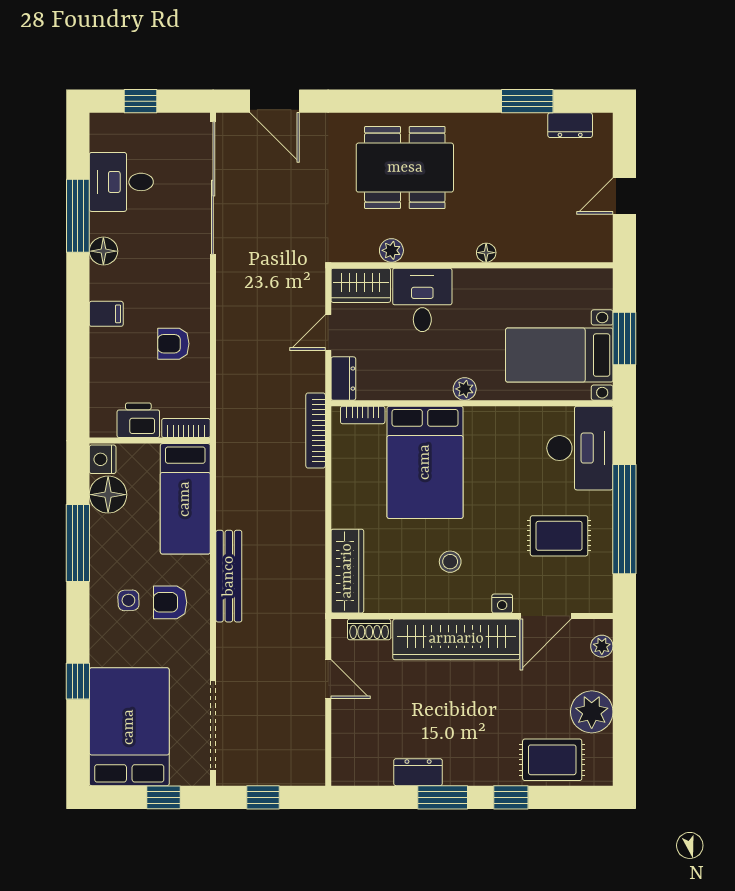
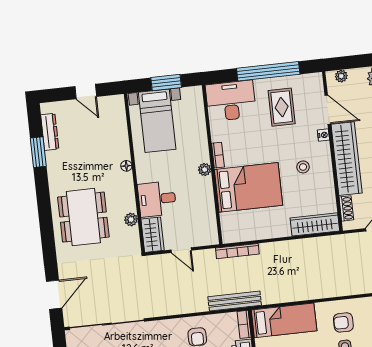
dresser: (570, 125) -> (50, 132), width x1.44
bed with nightstands: (559, 355) -> (157, 121), moved
dresser: (343, 379) -> (206, 239), removed
bookcase: (363, 415) -> (218, 155), moved
bench: (229, 576) -> (235, 301), moved
armchair: (170, 602) -> (343, 322), turned 90

